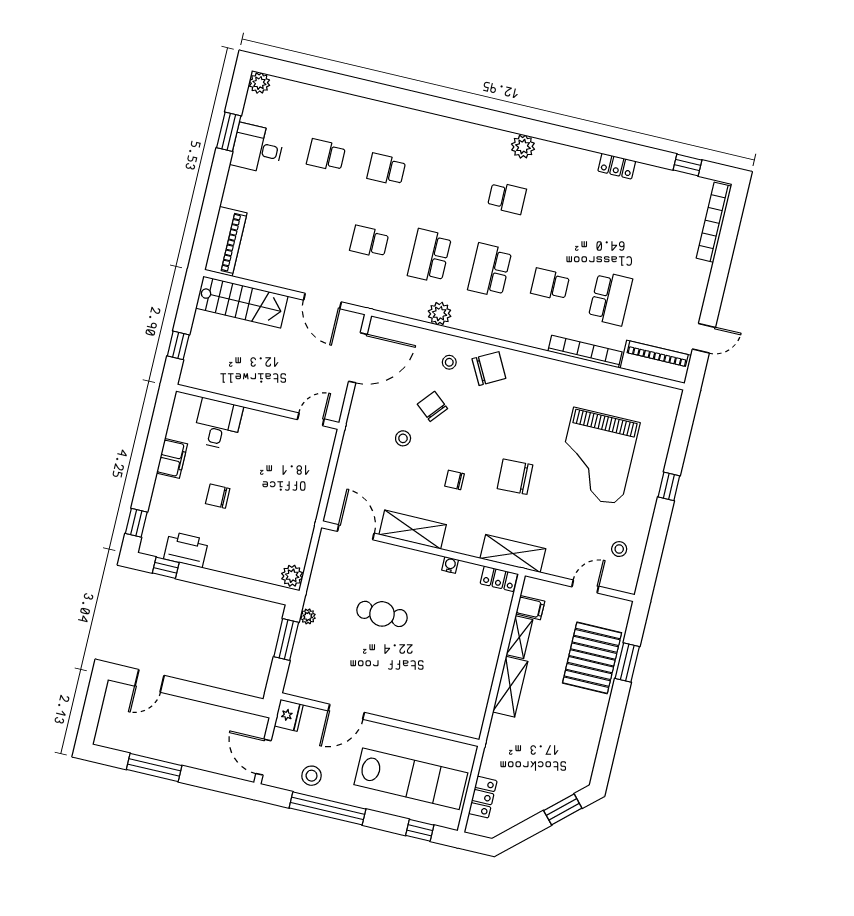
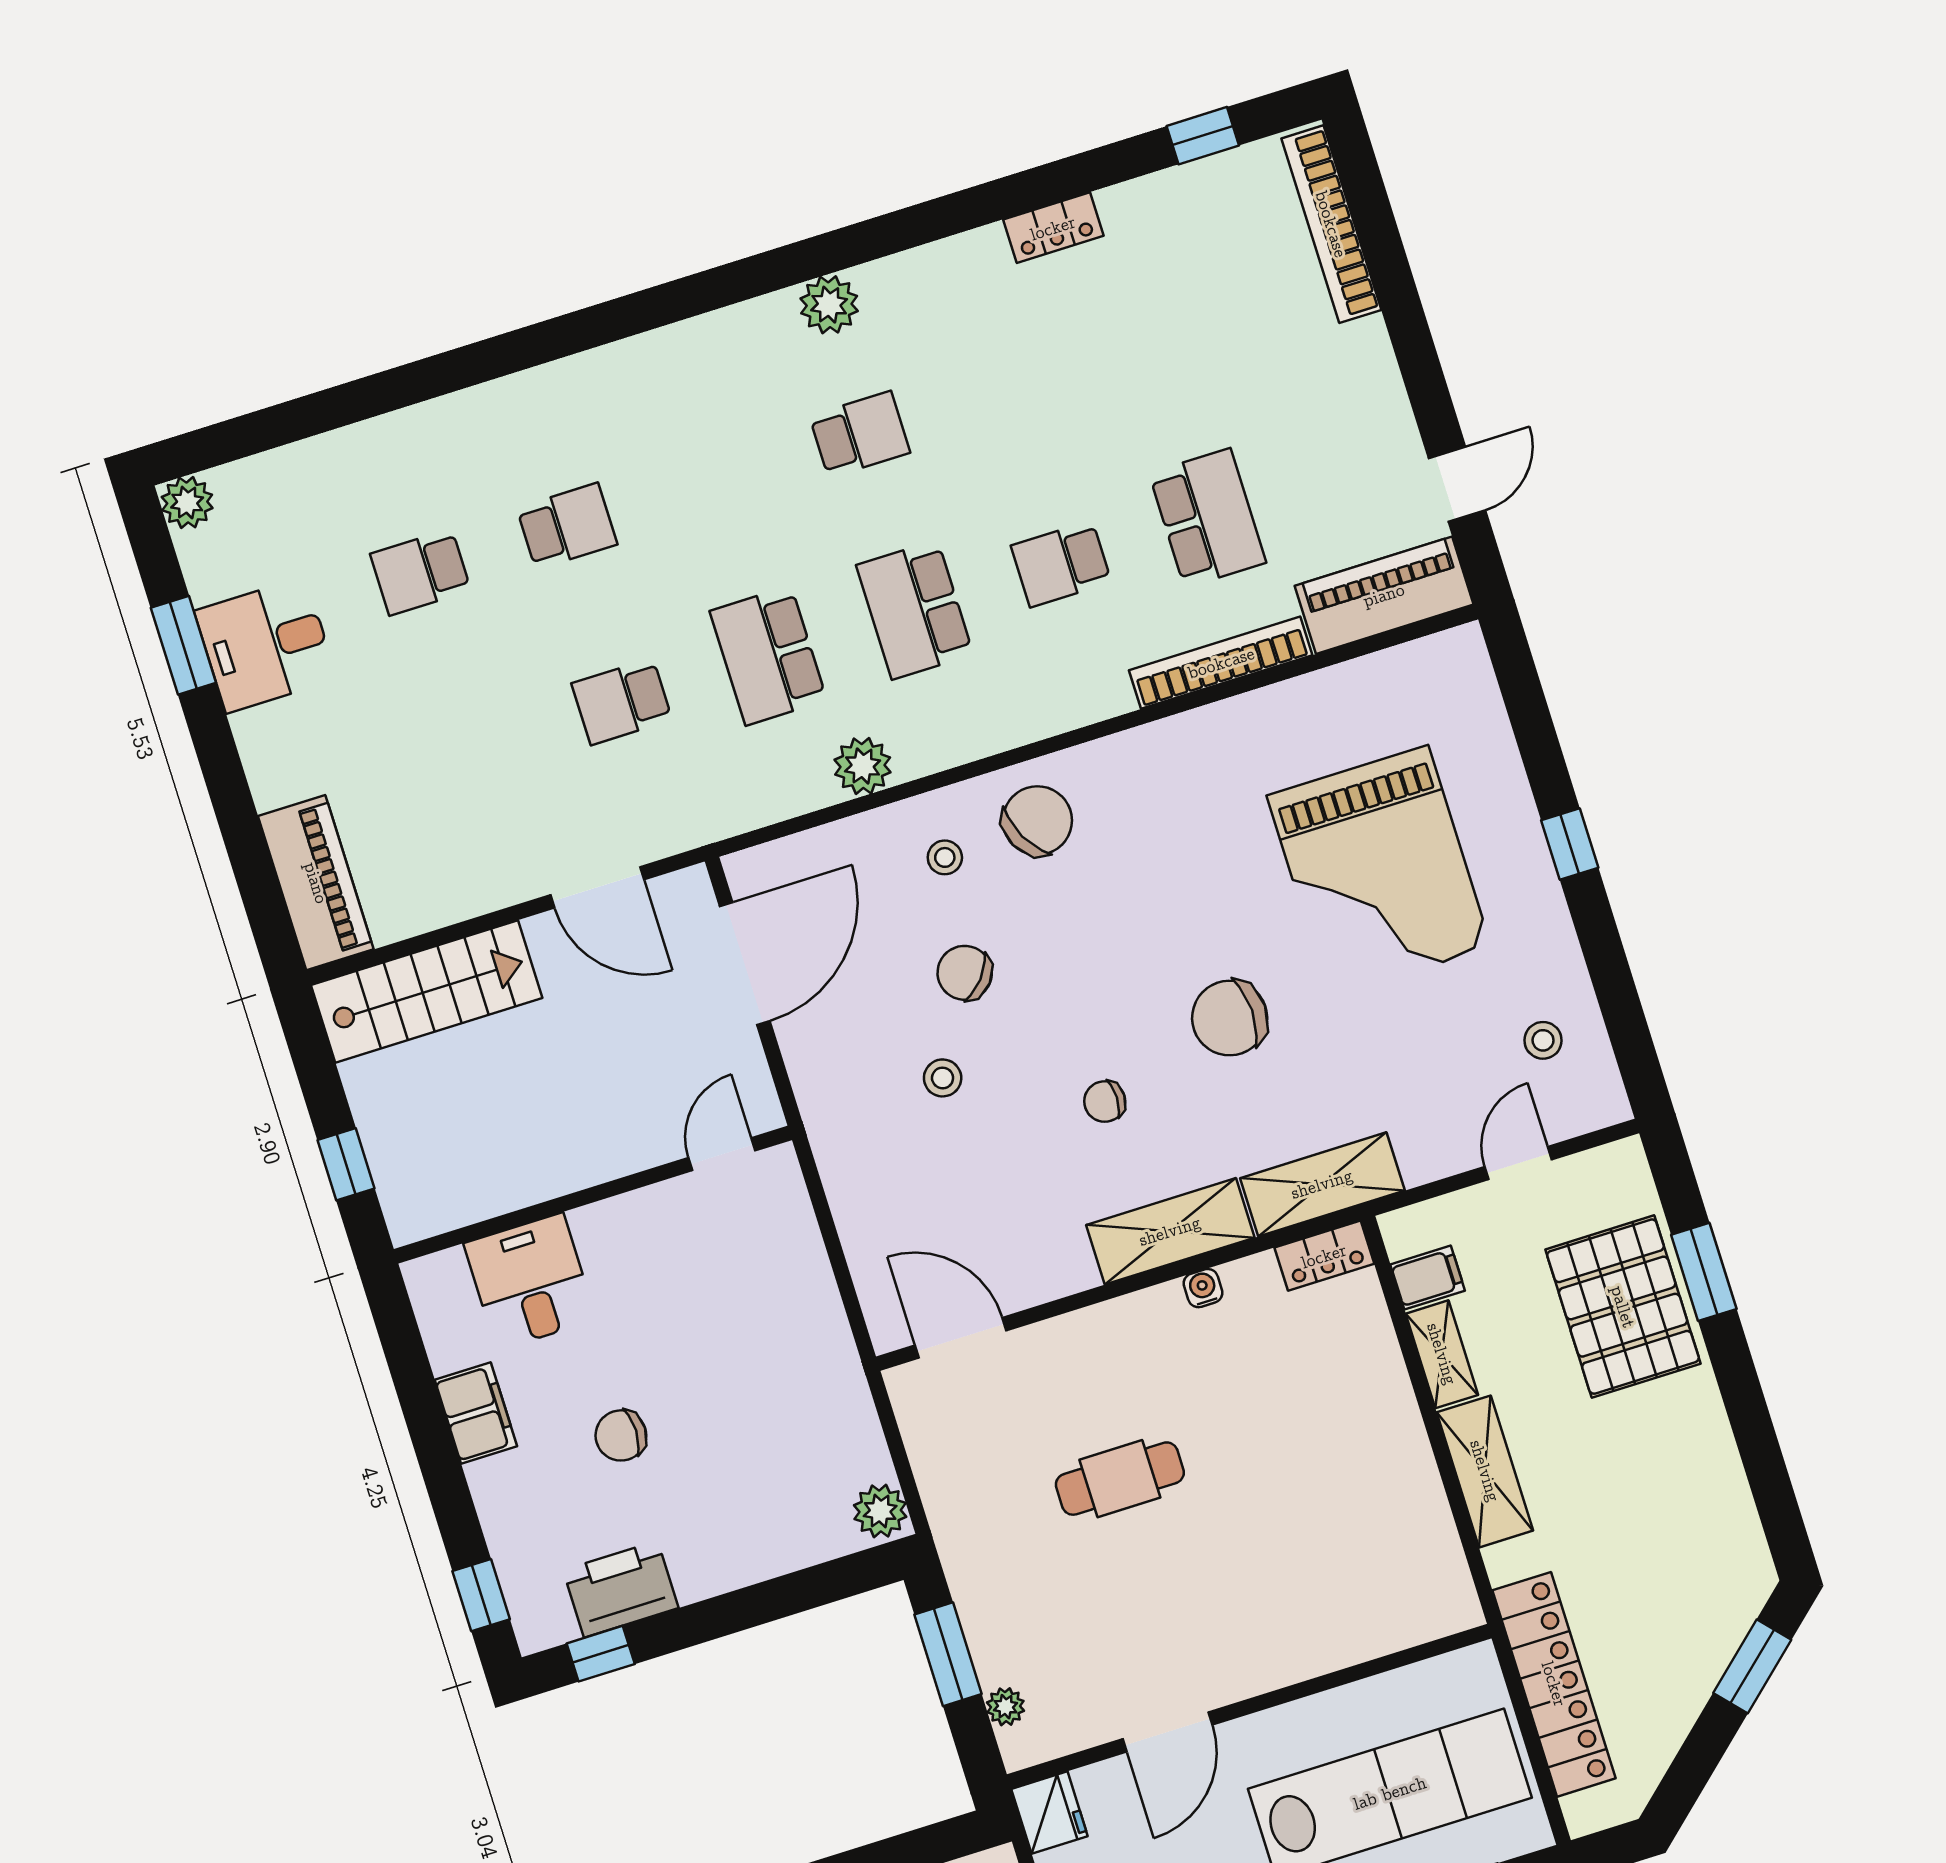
school desk: (386, 169) -> (567, 526), turned 180
shelving: (413, 530) -> (1170, 1231), moved
plant: (308, 616) -> (1005, 1707), moved
locker: (483, 797) -> (1554, 1684), width x2.16, depth x1.21

